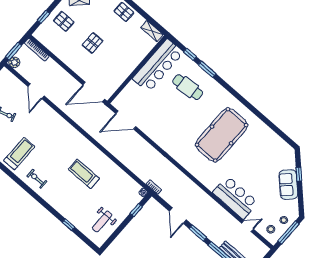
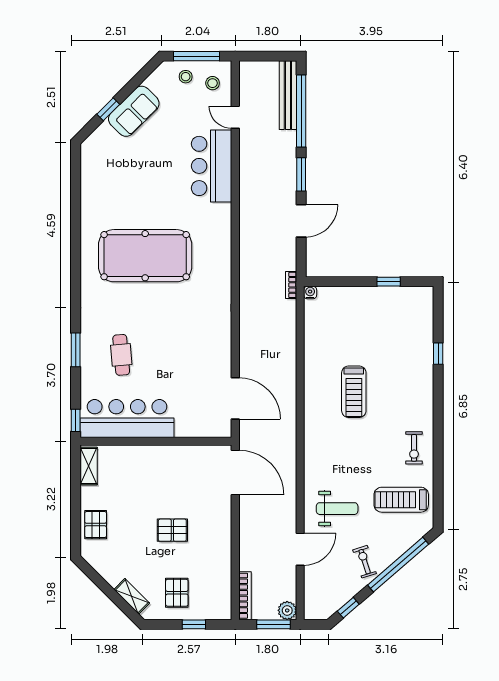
window: (190, 54) -> (76, 420), moved
cafe table: (188, 87) -> (121, 355), width x0.73, depth x0.74
window: (136, 210) -> (389, 282), moved
weight bench: (102, 222) -> (337, 509), moved

